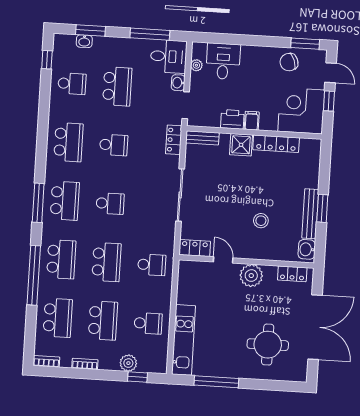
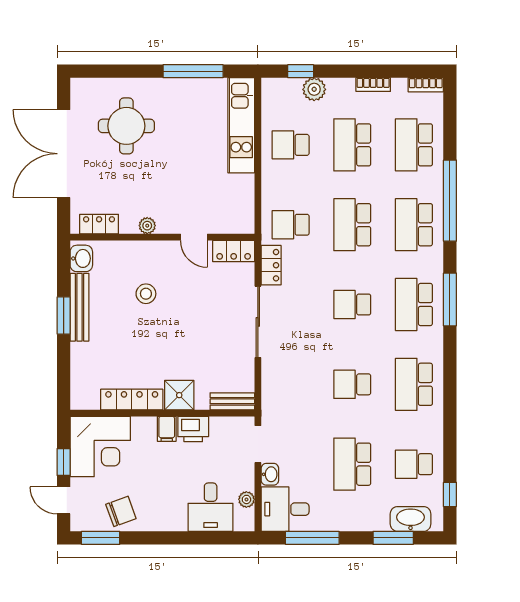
washbasin: (84, 41) -> (411, 519), width x1.91, depth x1.45
locker: (174, 140) -> (271, 265), moved
plant: (251, 276) -> (147, 226), width x0.53, depth x0.53

